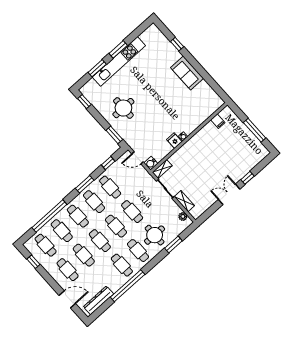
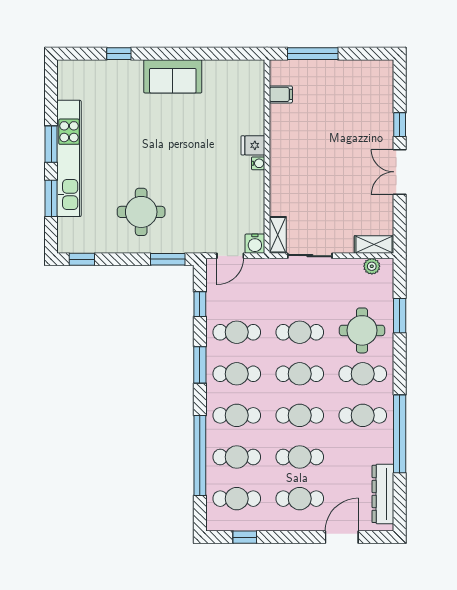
window: (255, 130) -> (313, 54), moved
fridge: (174, 141) -> (253, 145), moved
shelving: (184, 201) -> (374, 244), moved

